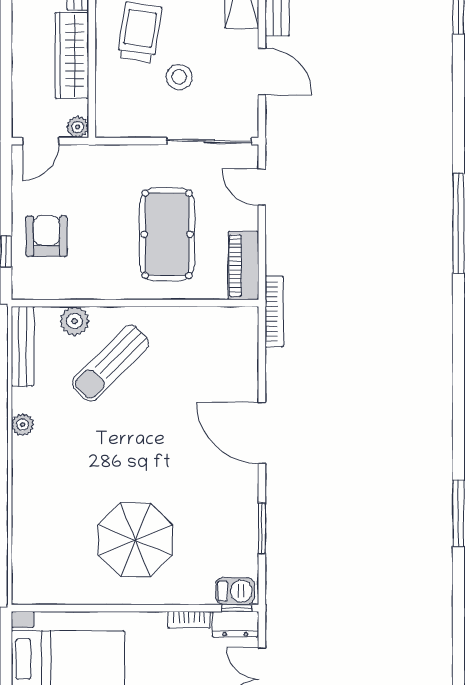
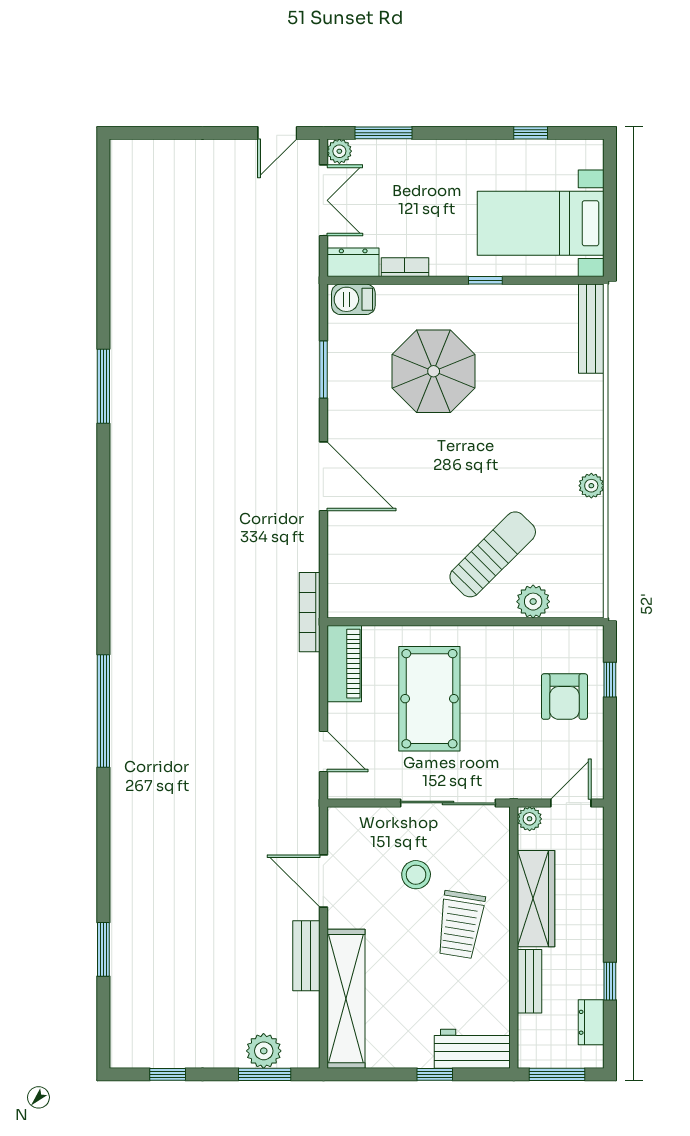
sliding door: (209, 141) -> (448, 803), moved
bench: (23, 346) -> (591, 329), moved
parasol: (135, 540) -> (434, 371), moved
window: (237, 608) -> (485, 280), moved

